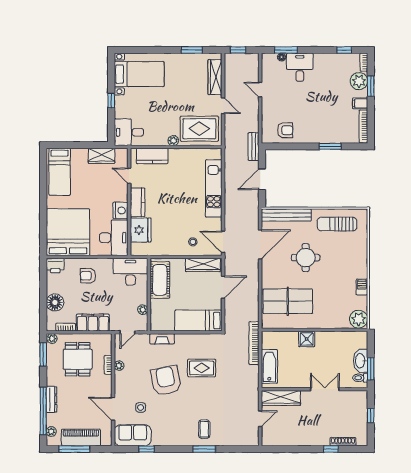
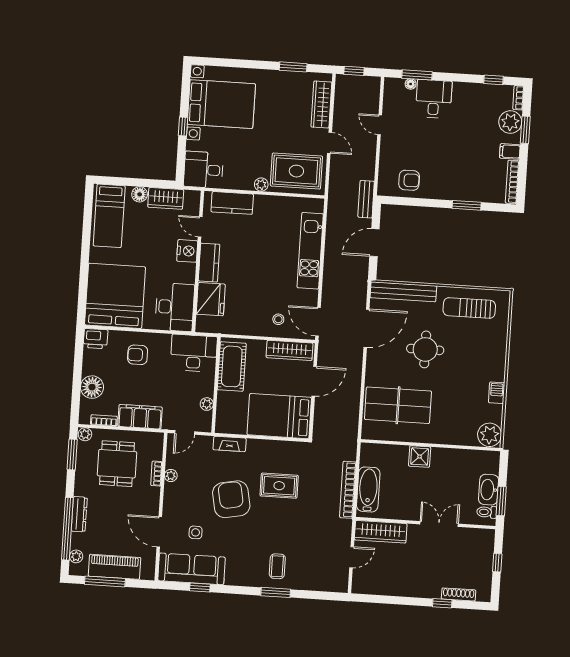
bed with nightstands: (139, 74) -> (221, 104), width x1.36
floor lamp: (82, 154) -> (140, 194), added
nightstand: (120, 210) -> (187, 251), moved
bed: (198, 321) -> (279, 416), width x1.50
bookcase: (254, 343) -> (348, 490), moved
sofa: (133, 435) -> (192, 569), width x1.36

